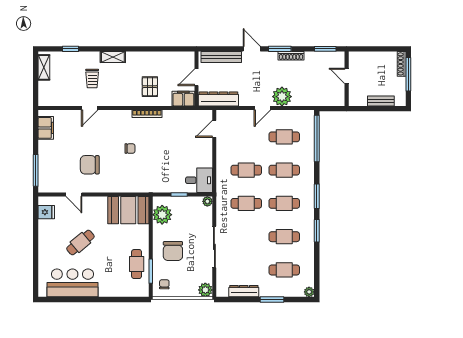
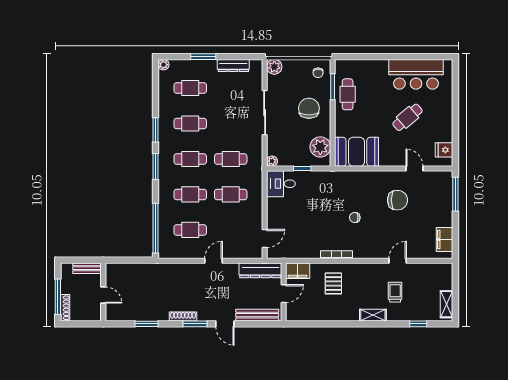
door: (347, 76) -> (103, 295), moved
wall: (347, 79) -> (103, 292), moved
plant: (282, 97) -> (193, 273), removed

